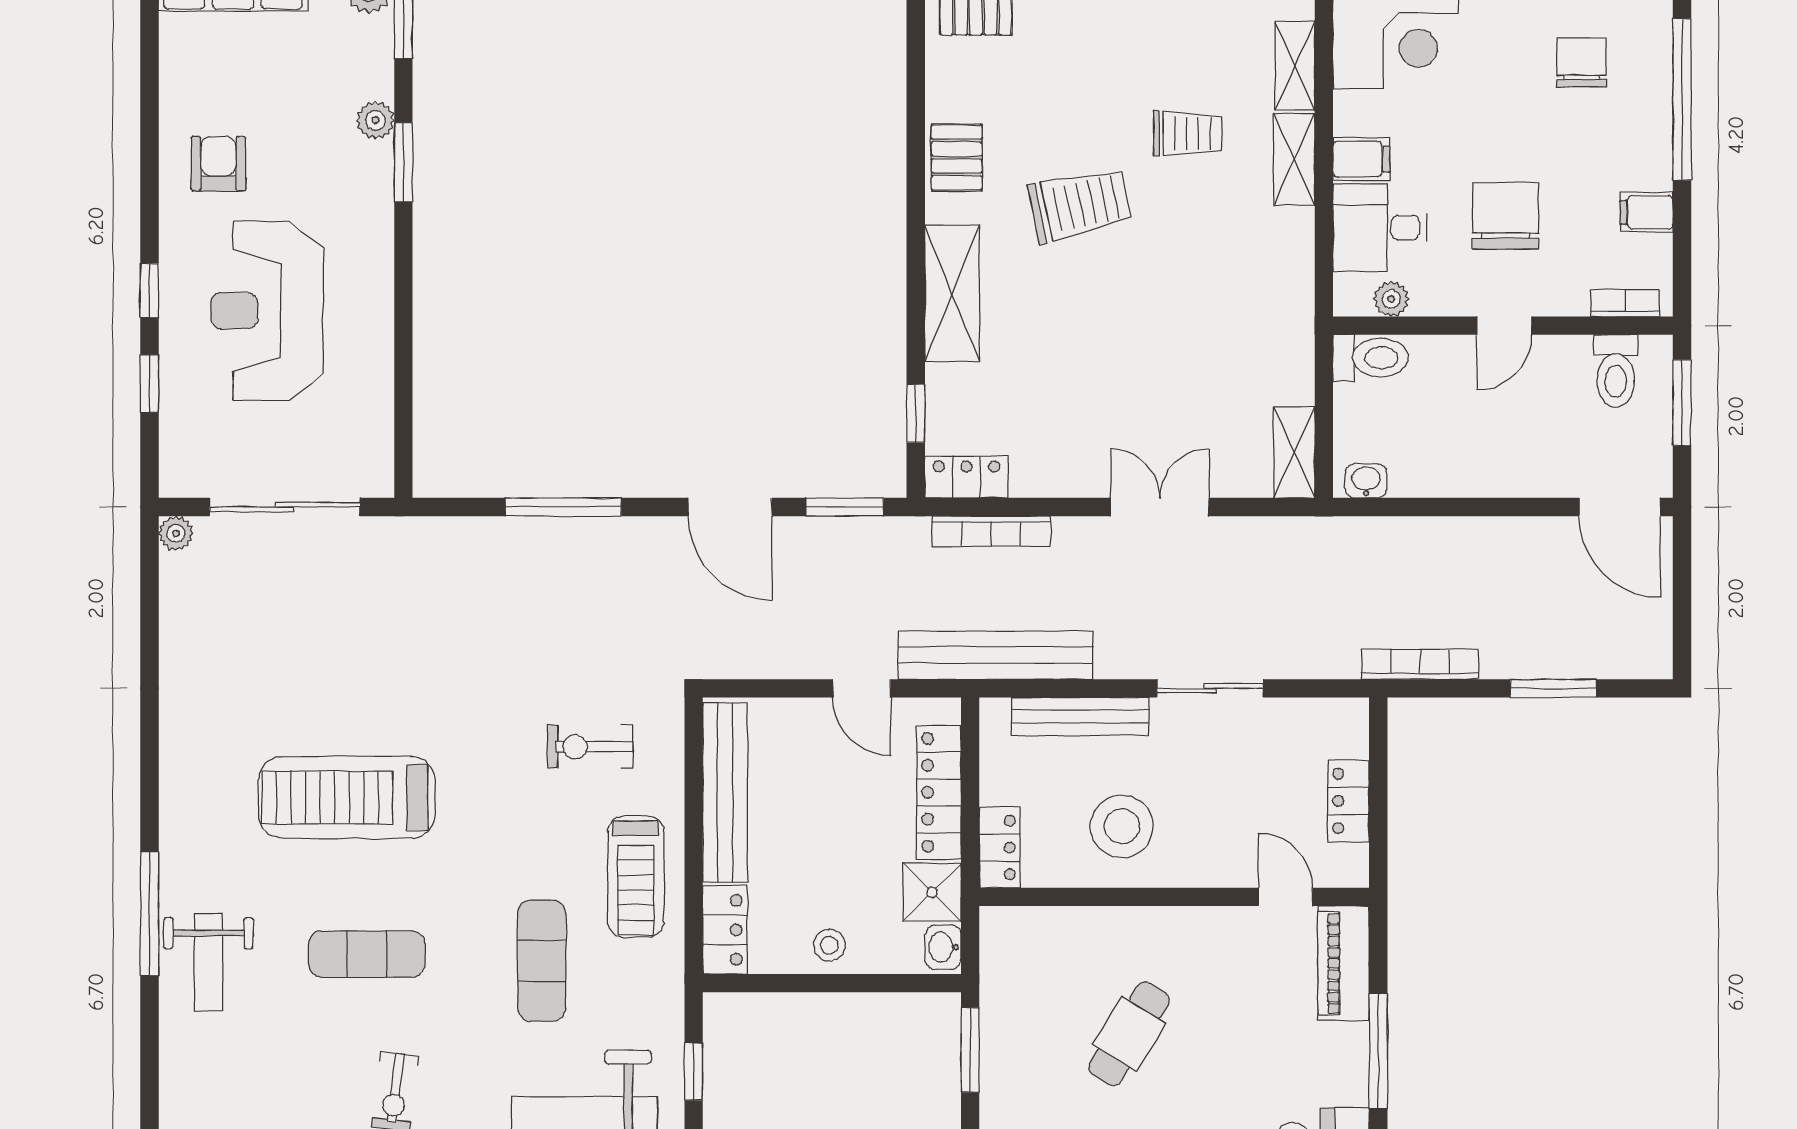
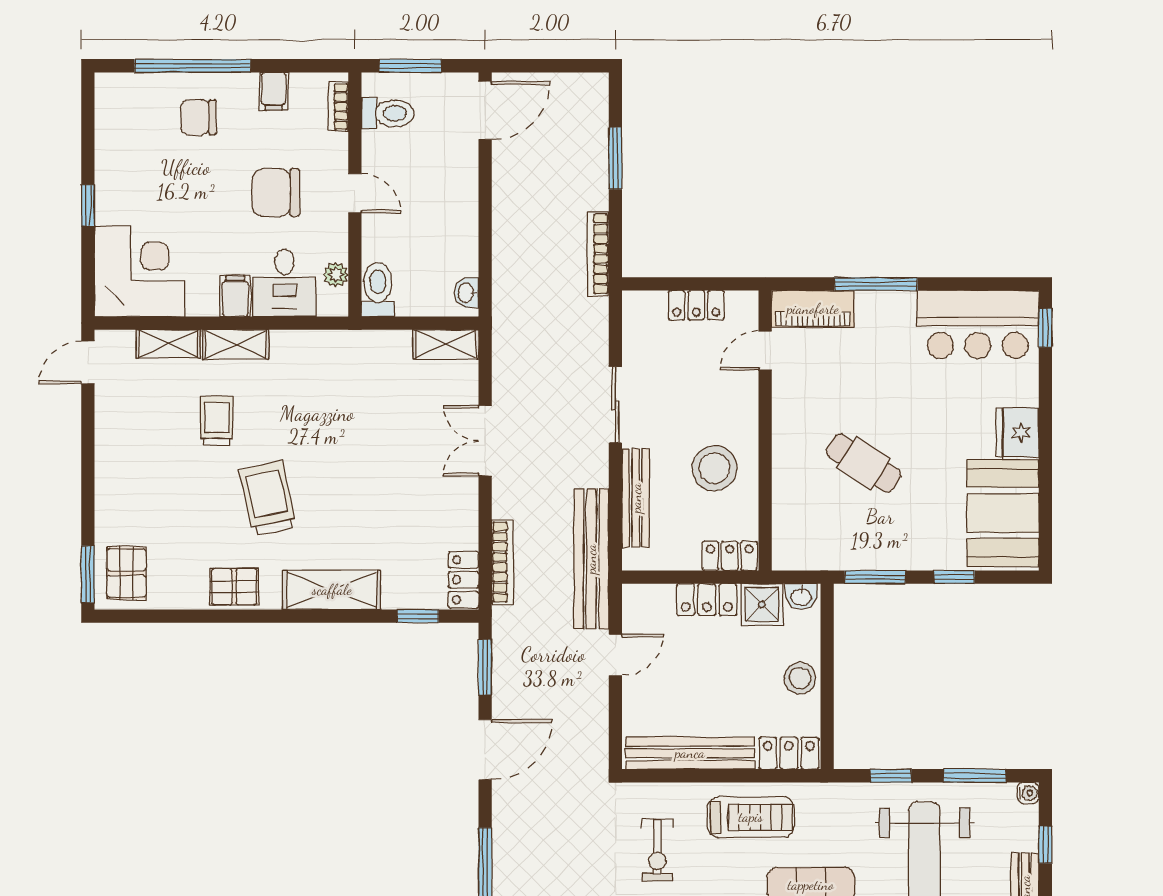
chair: (1582, 63) -> (198, 117), moved
locker: (939, 792) -> (707, 600), width x0.66
stool: (829, 945) -> (800, 678), width x1.37, depth x1.37

